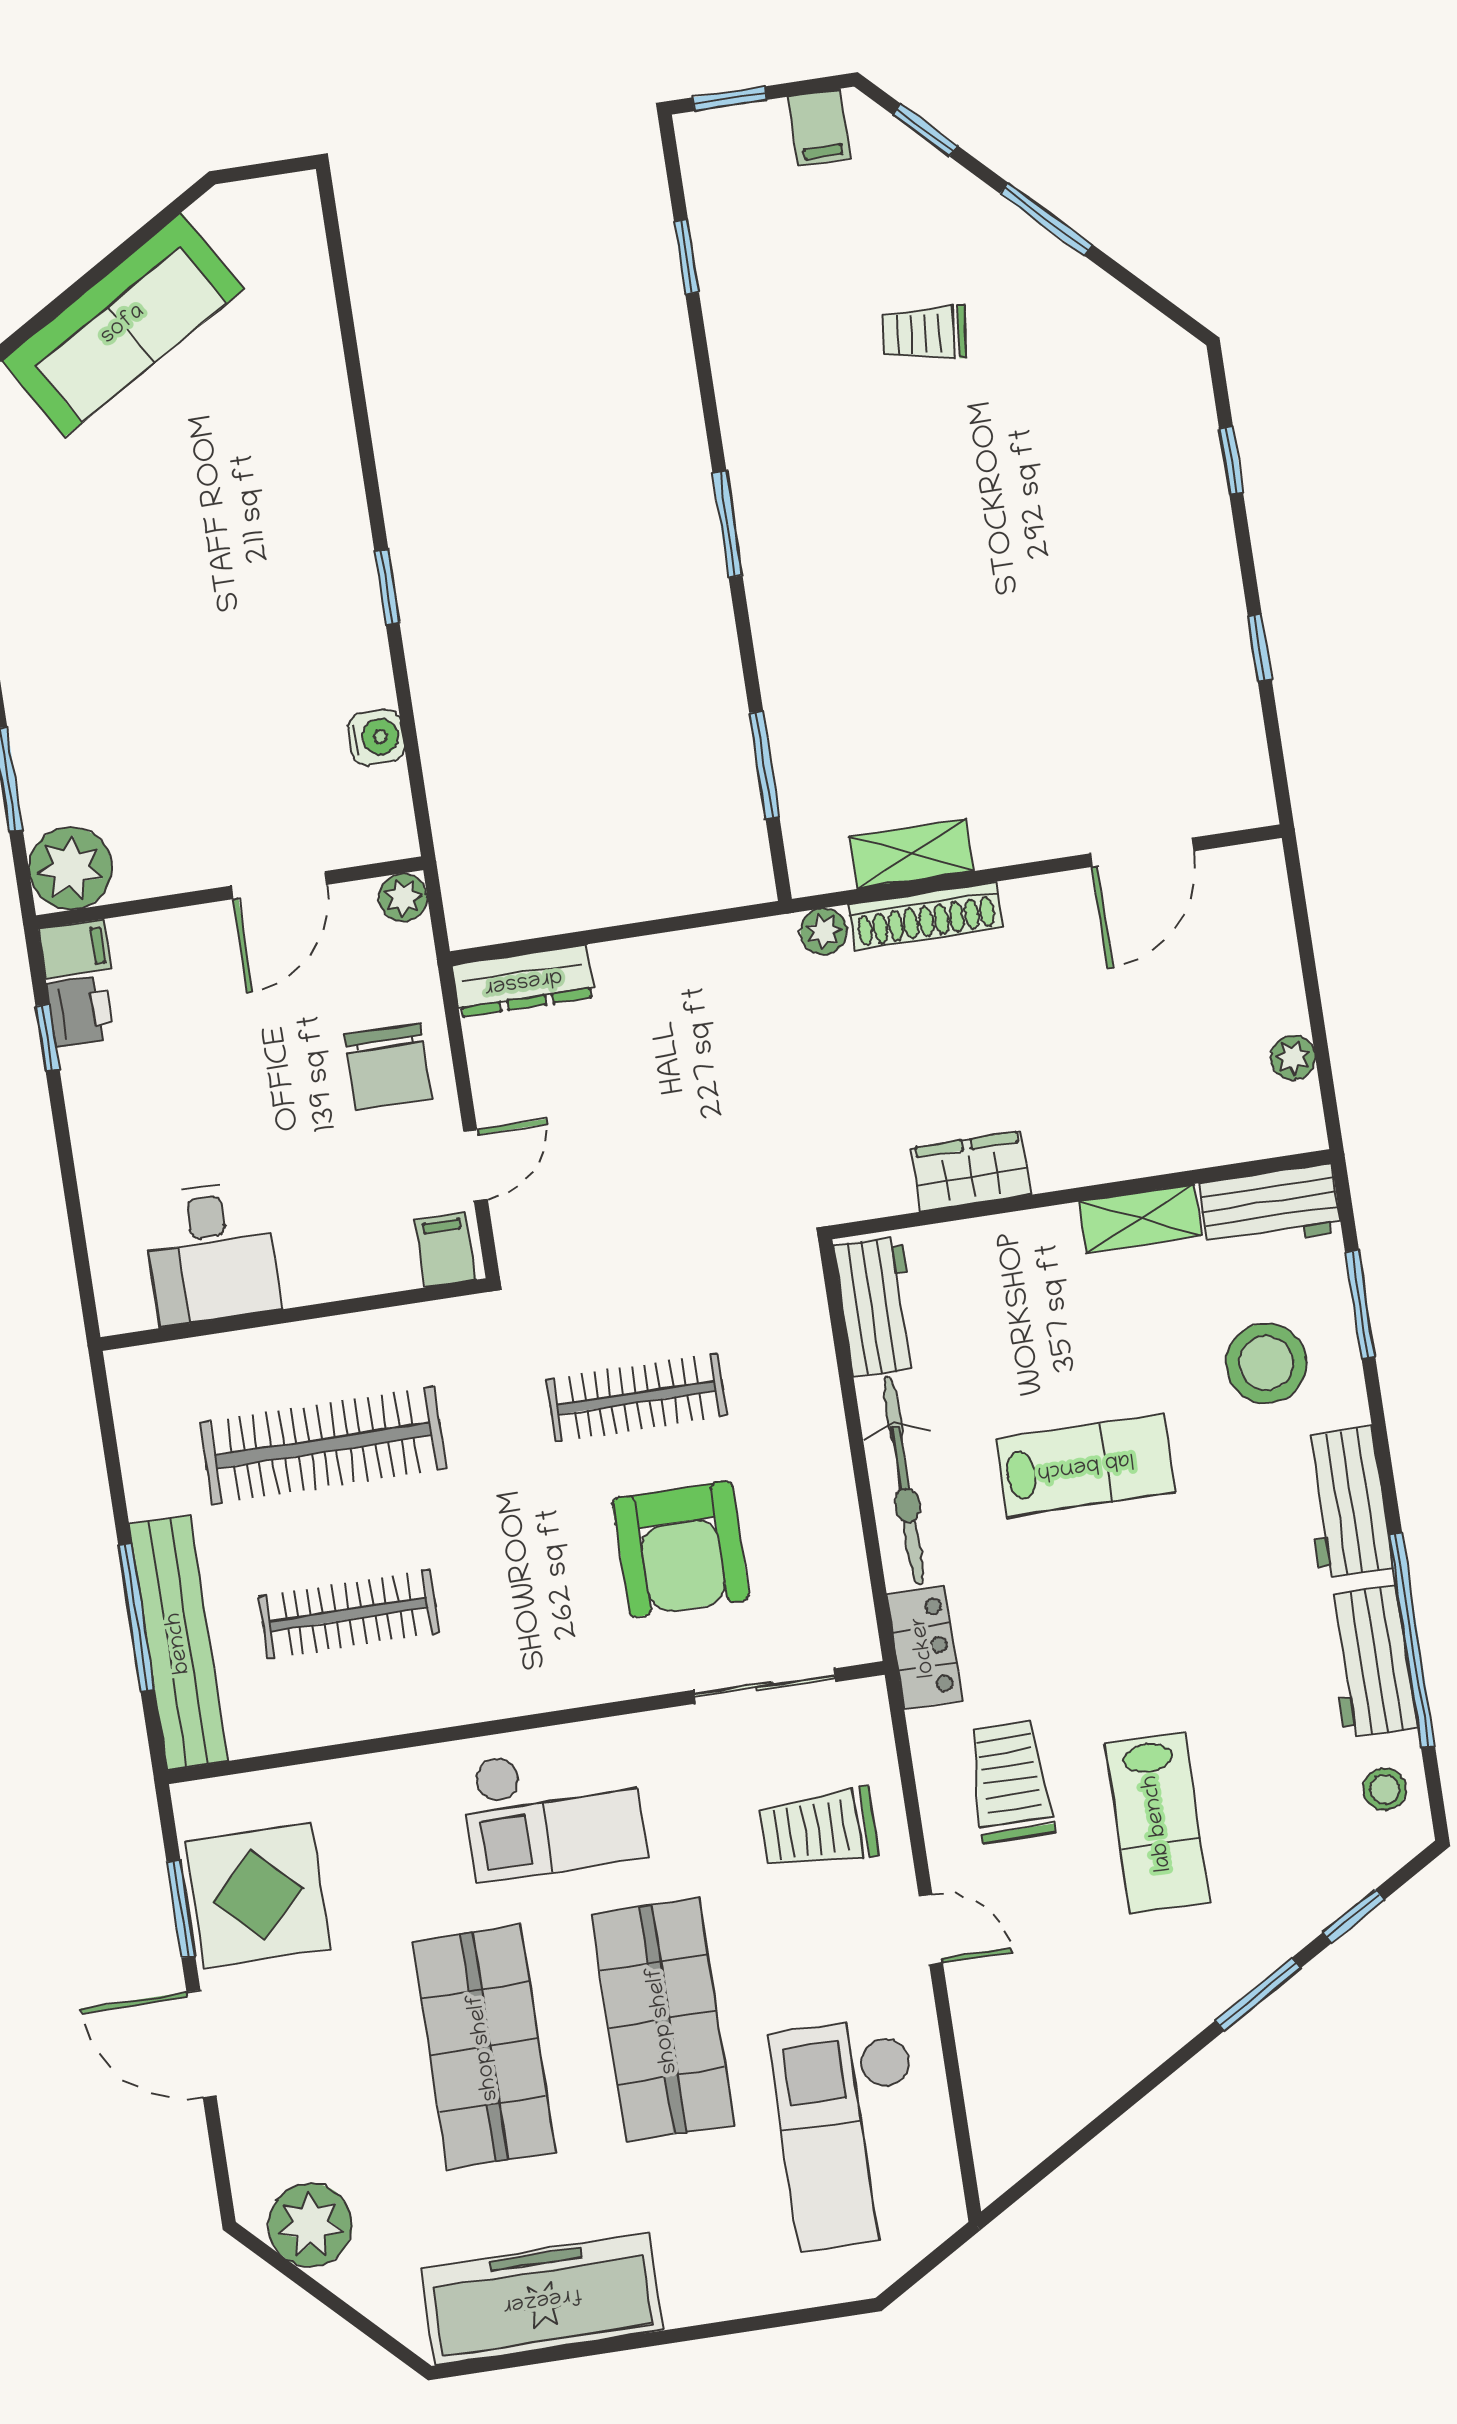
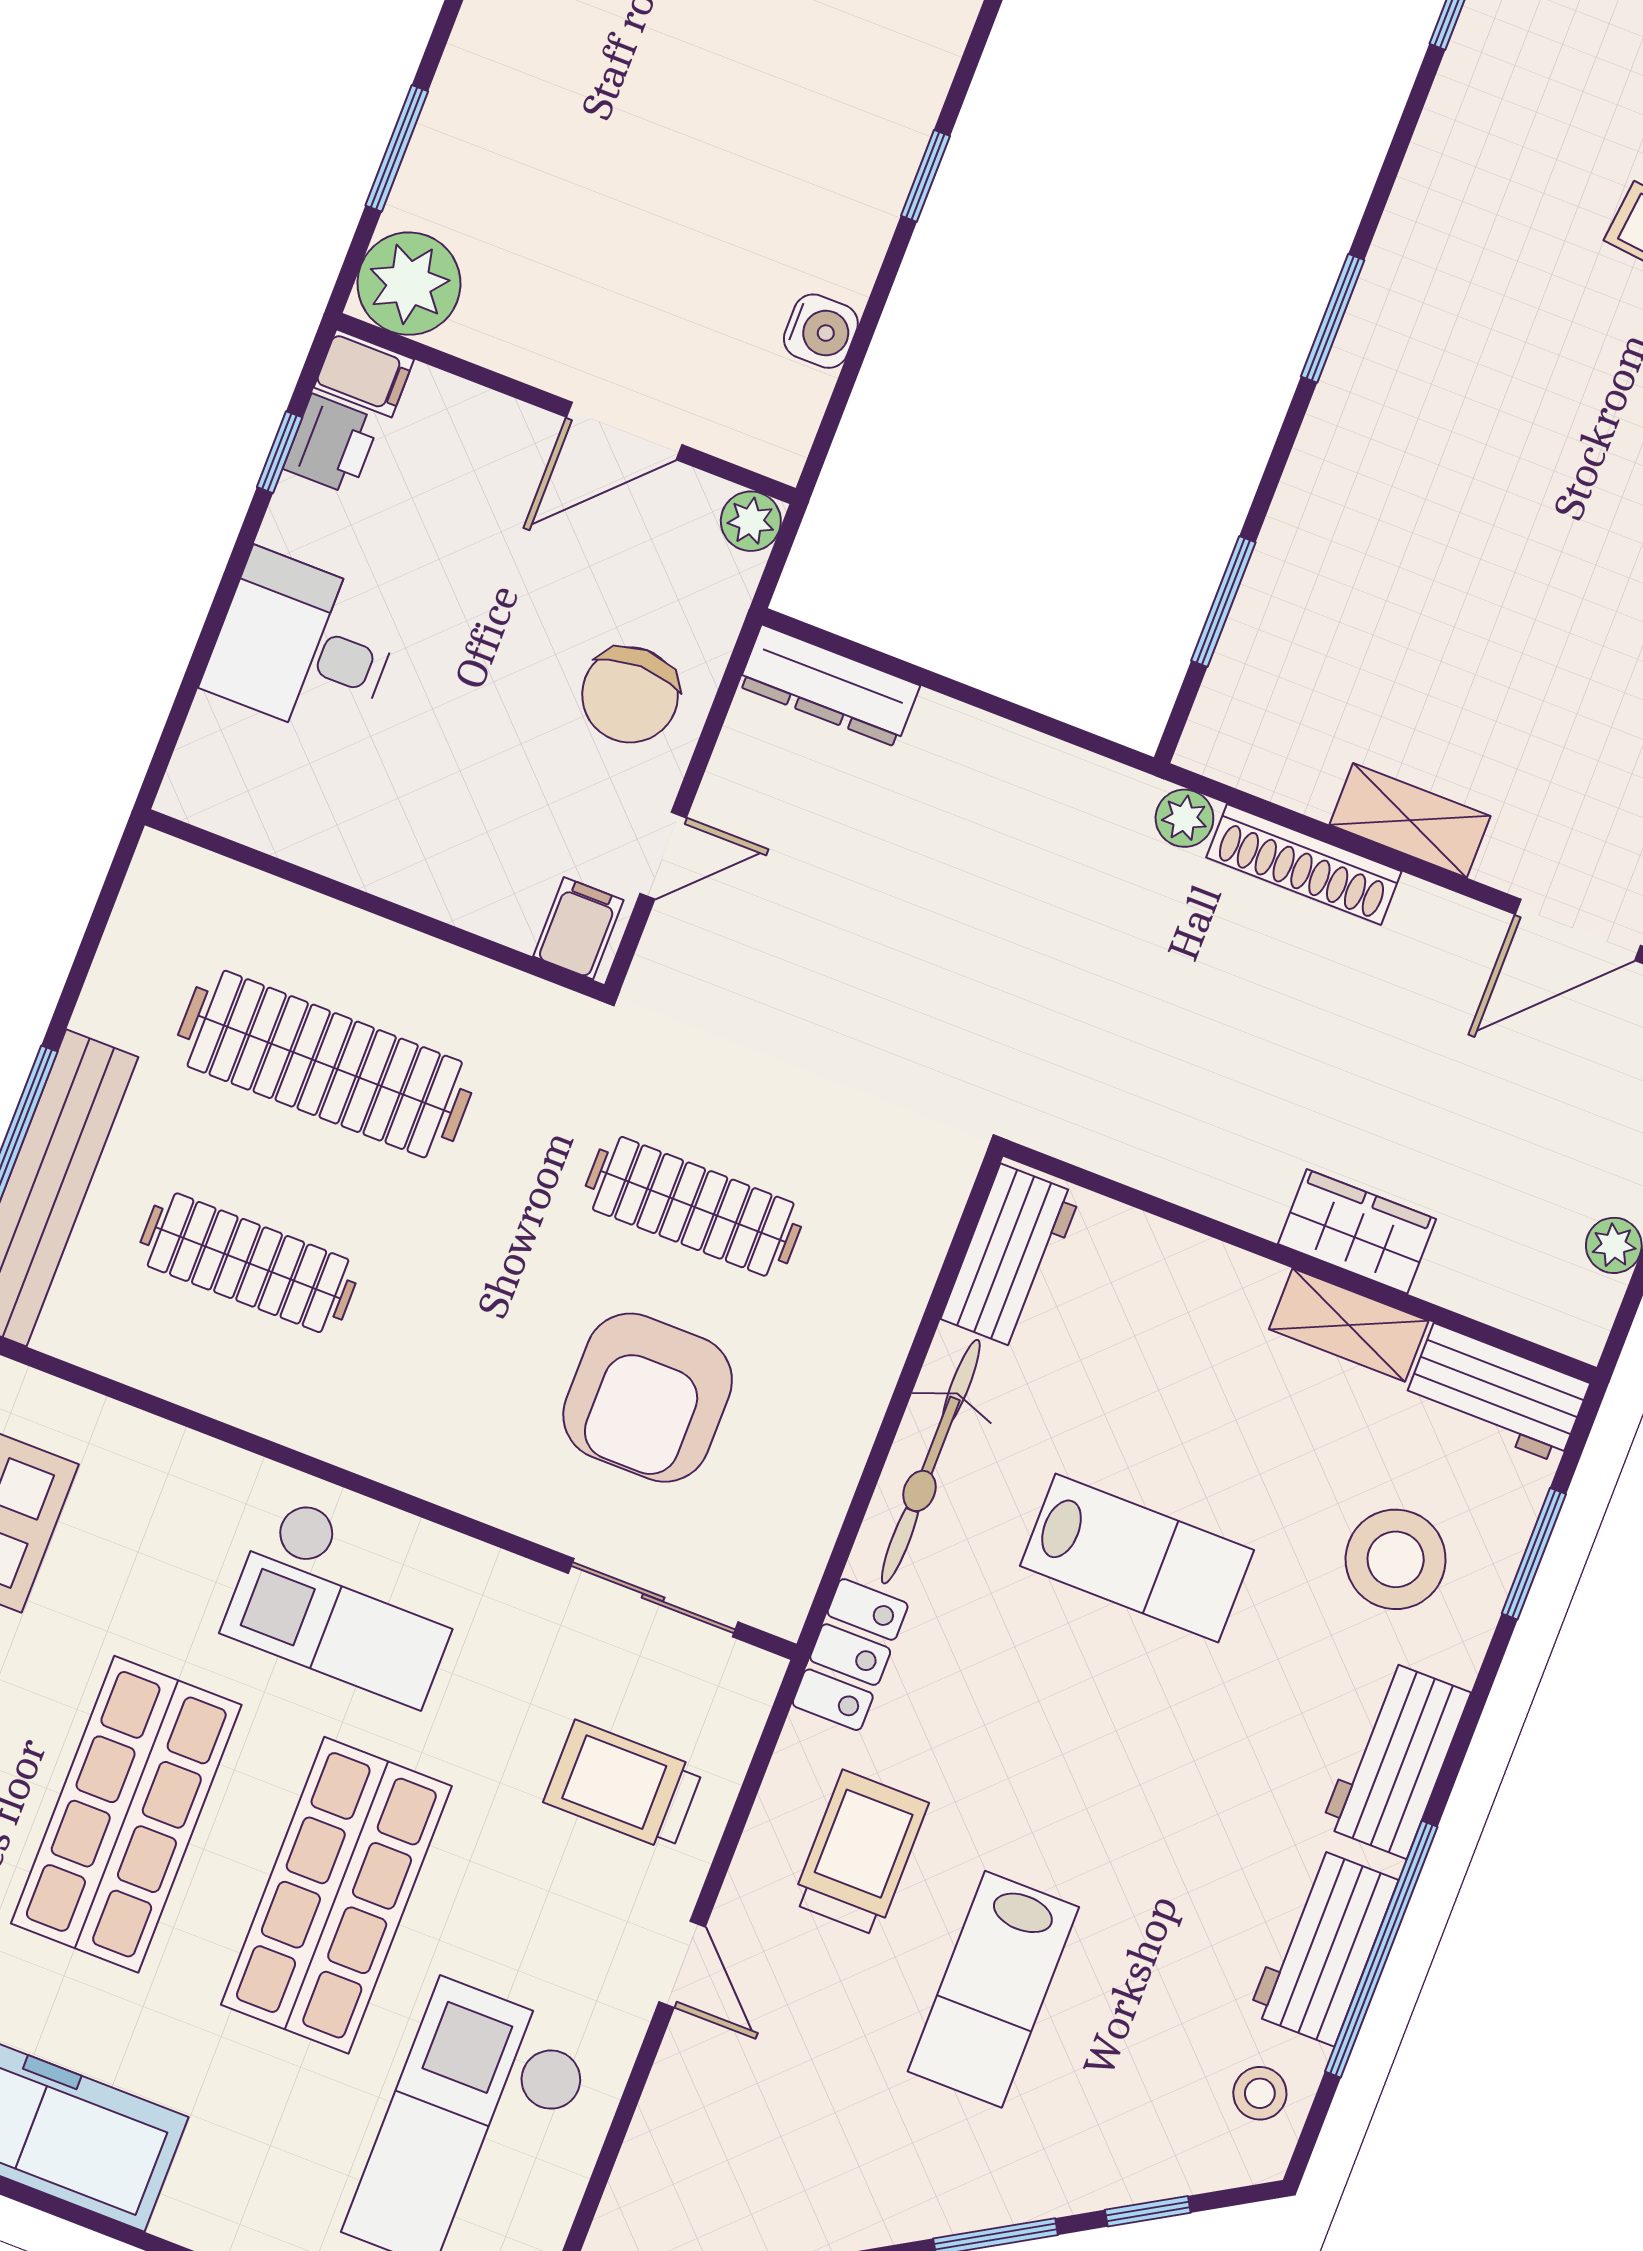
shelving: (912, 854) -> (1410, 820), moved
wardrobe: (971, 1171) -> (1357, 1231), moved
desk: (211, 1253) -> (303, 646), moved, turned 90

